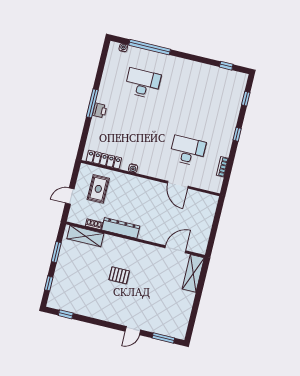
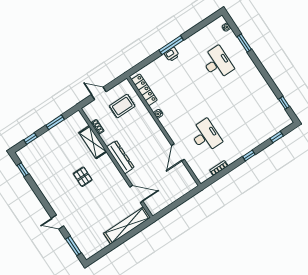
window: (150, 47) -> (244, 43), width x0.47
dresser: (121, 228) -> (120, 157), moved
shelving: (85, 236) -> (93, 142), moved
shelving: (193, 273) -> (127, 225), width x1.47

